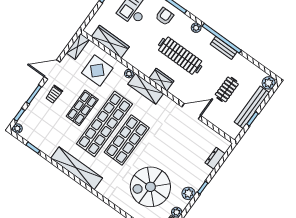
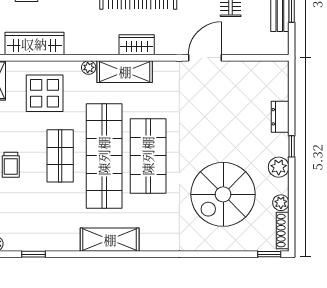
dresser: (215, 158) -> (280, 117), moved
shelving: (77, 168) -> (110, 240), width x0.68

